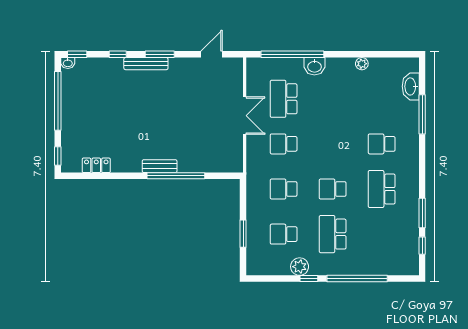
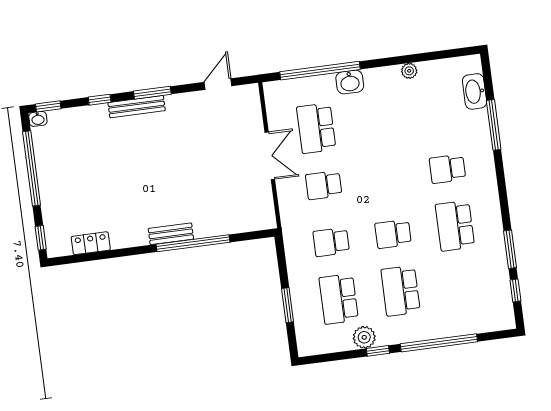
school desk: (284, 234) -> (339, 299), width x1.85

